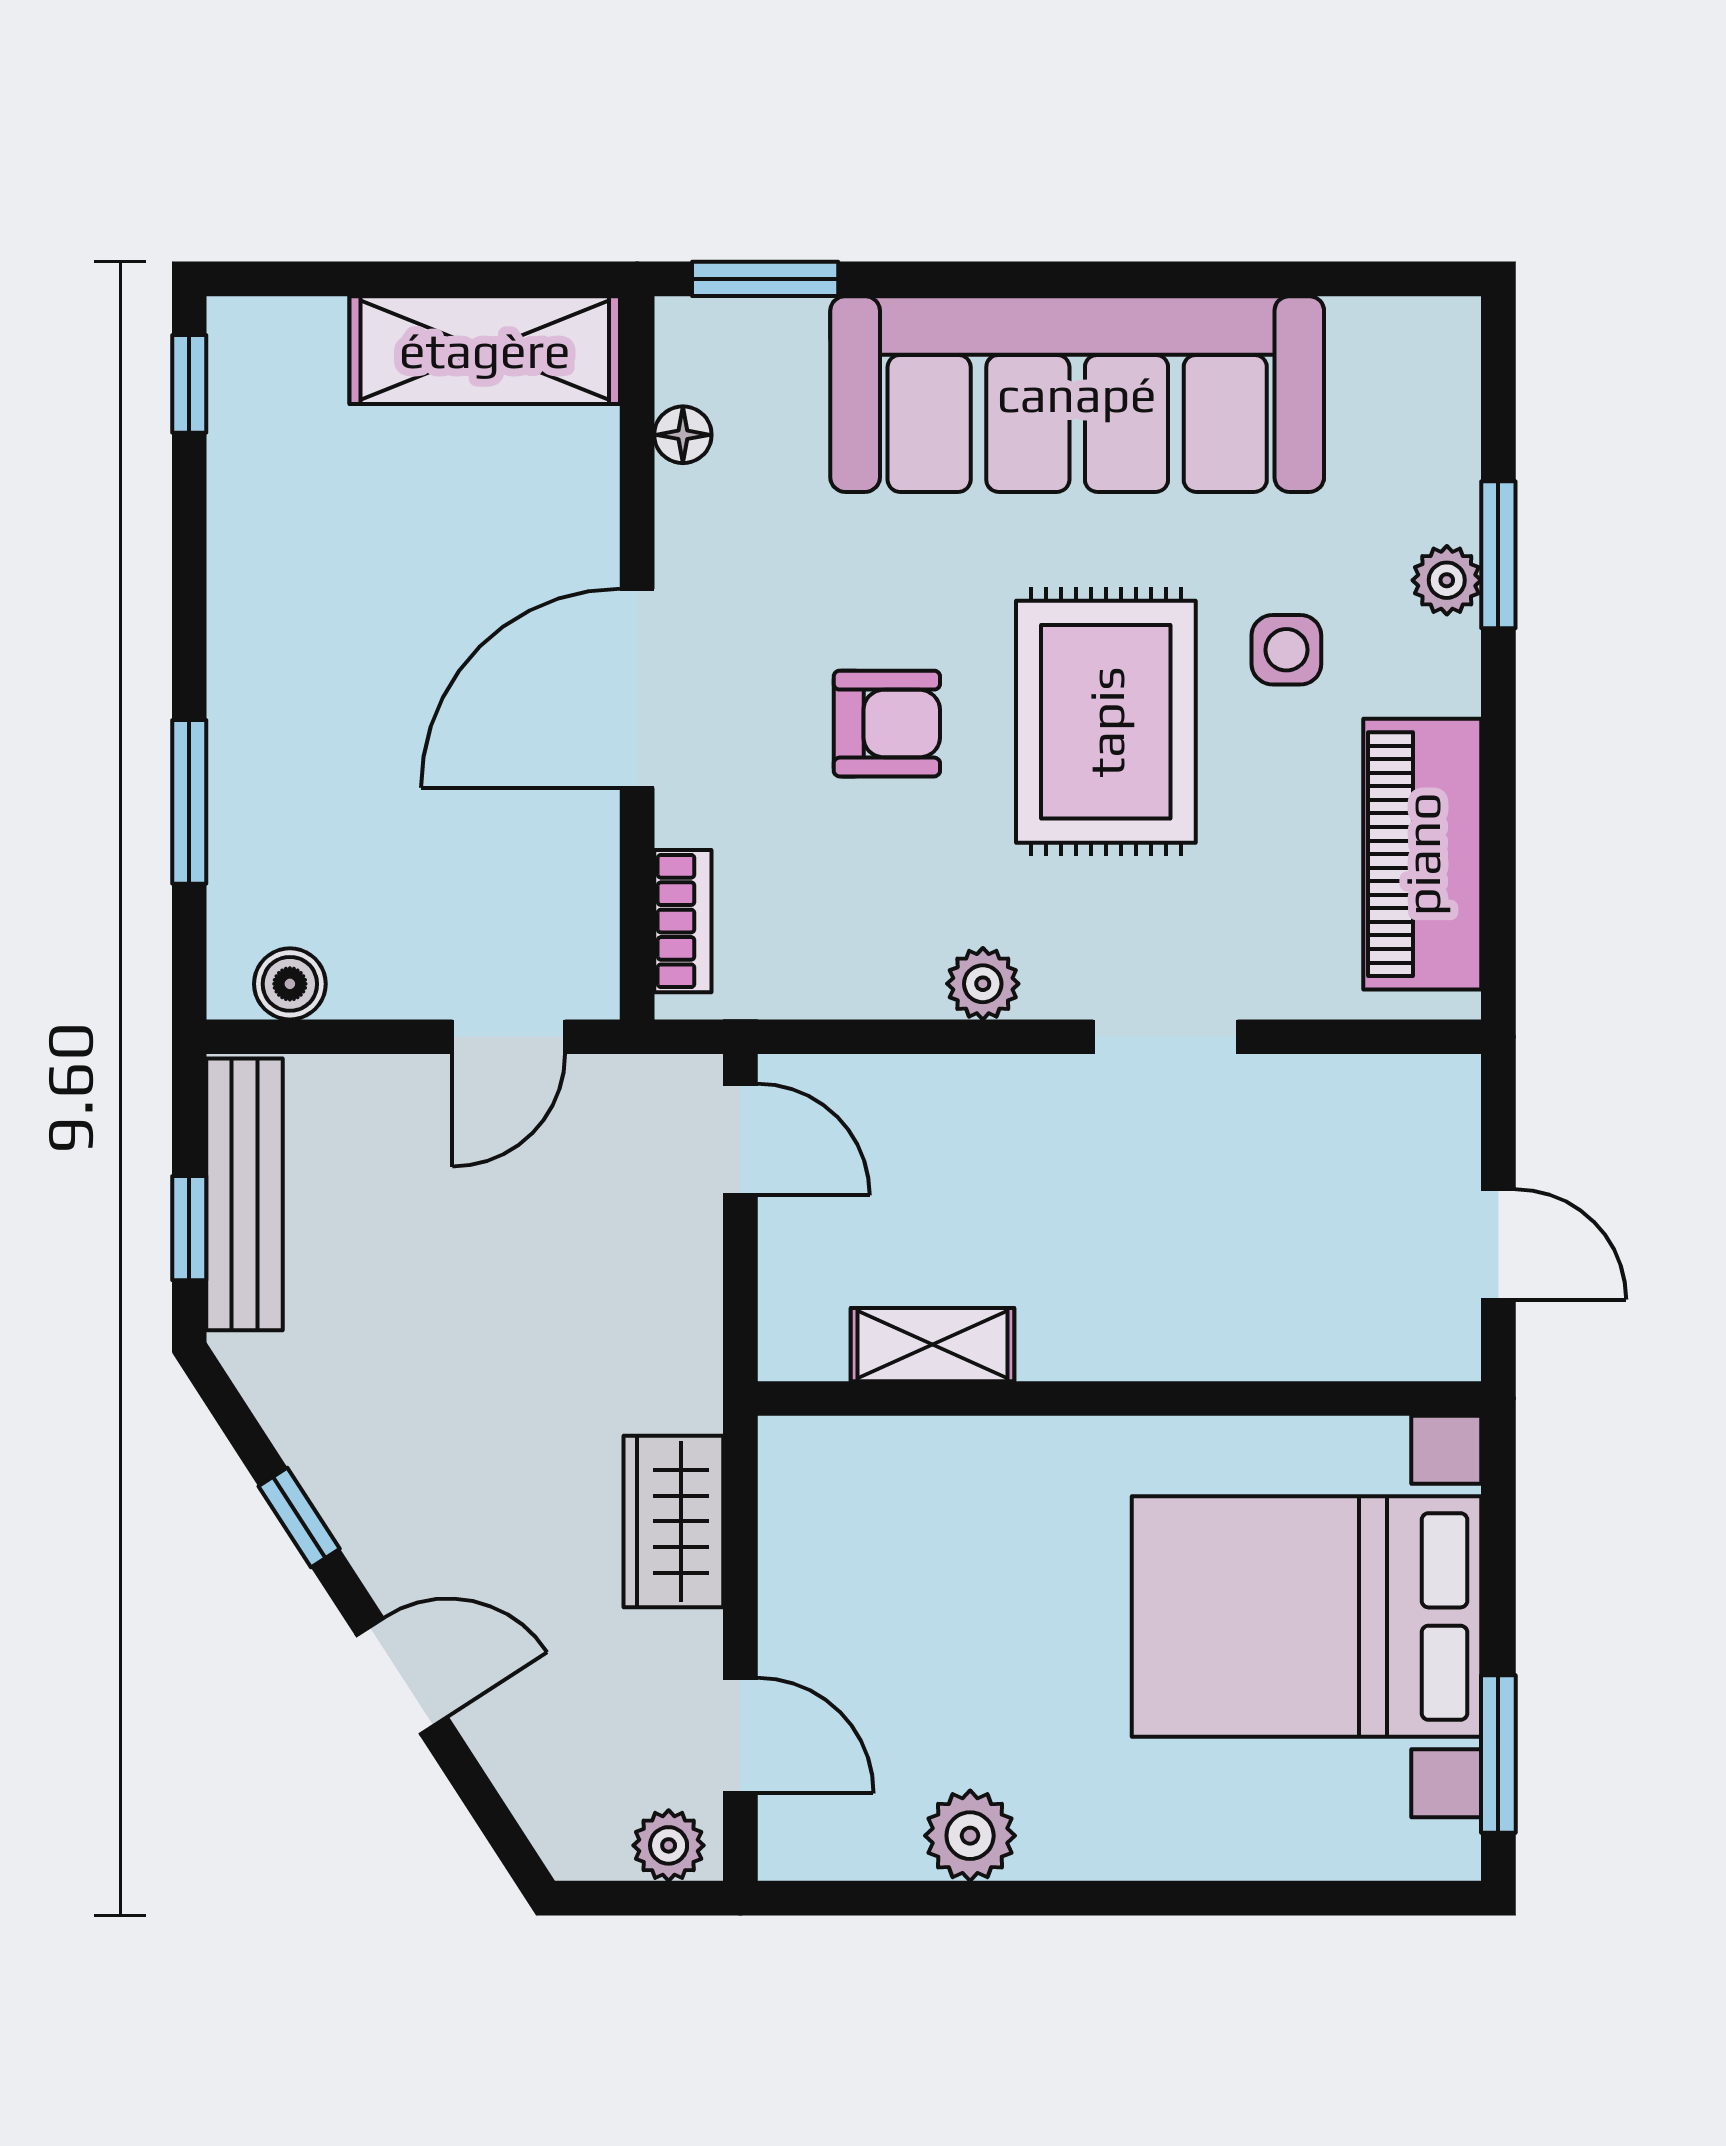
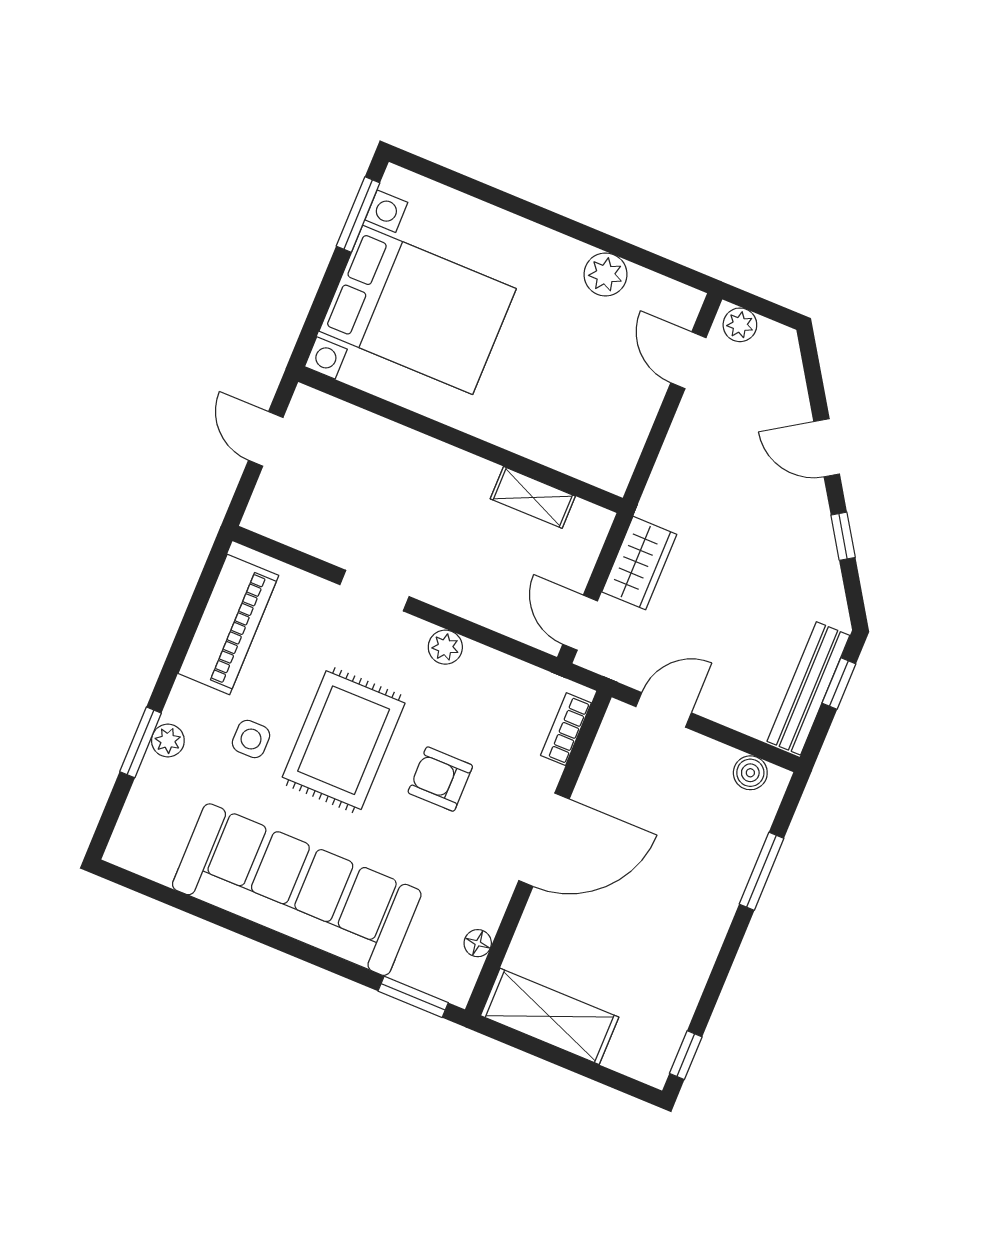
wardrobe: (673, 1521) -> (639, 563), moved

